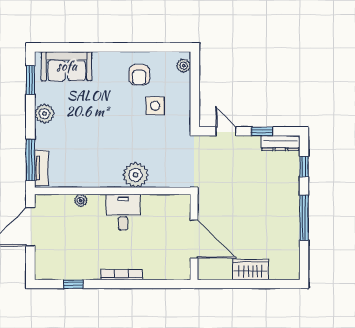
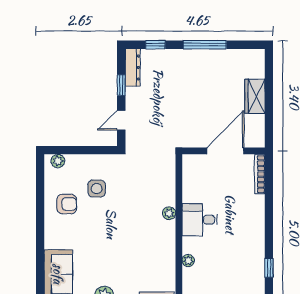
plant: (136, 175) -> (169, 213), width x0.53, depth x0.53
bookcase: (121, 275) -> (260, 174), moved

